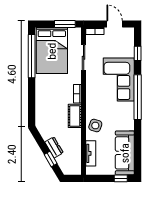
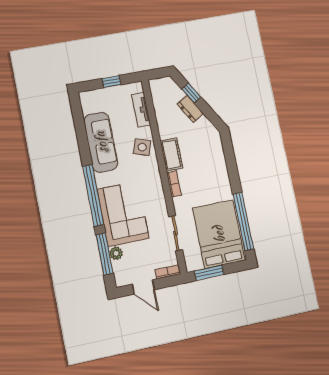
plant: (129, 52) -> (116, 253), added
window: (138, 53) -> (105, 254), width x2.17
sofa: (125, 153) -> (101, 142), moved
window: (121, 178) -> (111, 82), moved

